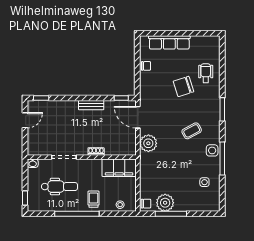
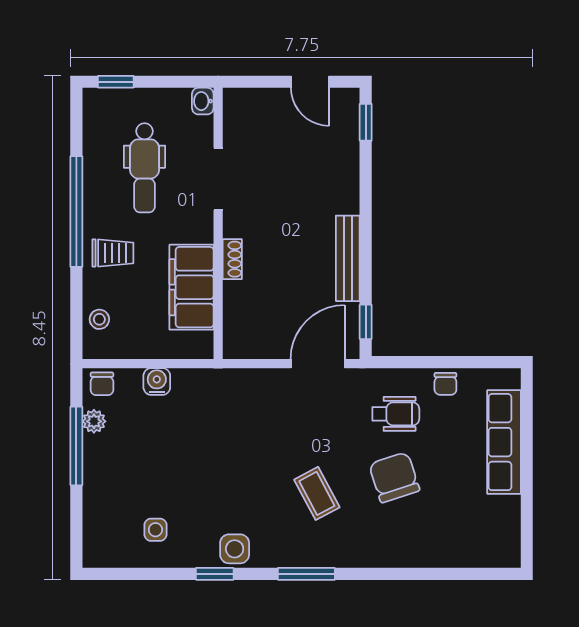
wheelchair: (206, 73) -> (396, 414), moved
bench: (91, 105) -> (348, 258), width x1.36
window: (222, 109) -> (306, 574), moved
coffee table: (192, 131) -> (317, 493), moved
plant: (148, 143) -> (253, 390), removed
window: (222, 158) -> (215, 574), width x0.46
filing cabinet: (119, 168) -> (192, 287), moved
water cooler: (145, 182) -> (157, 382), added
plant: (165, 203) -> (94, 421), width x0.53, depth x0.53

